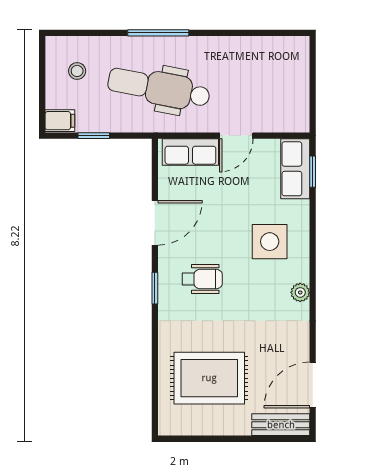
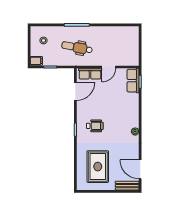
dental chair: (159, 88) -> (77, 47), width x0.73, depth x0.72
door: (155, 223) -> (75, 91), moved
side table: (270, 242) -> (123, 111), removed
rug: (209, 378) -> (98, 167), turned 90
door: (313, 385) -> (140, 169), hinge flipped

